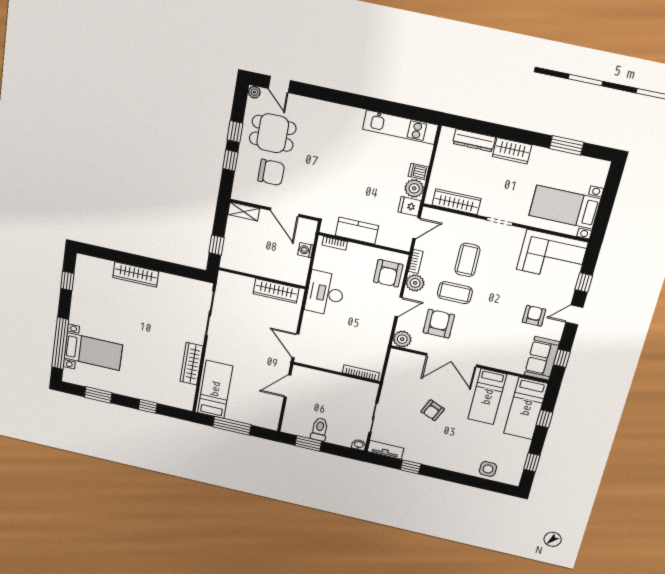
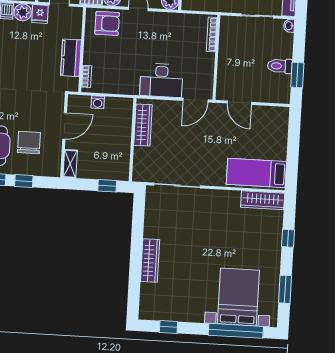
desk: (325, 293) -> (161, 80), moved
bed with nightstands: (93, 352) -> (238, 297), width x1.36
wardrobe: (192, 364) -> (263, 200), moved
window: (232, 426) -> (293, 152), removed

